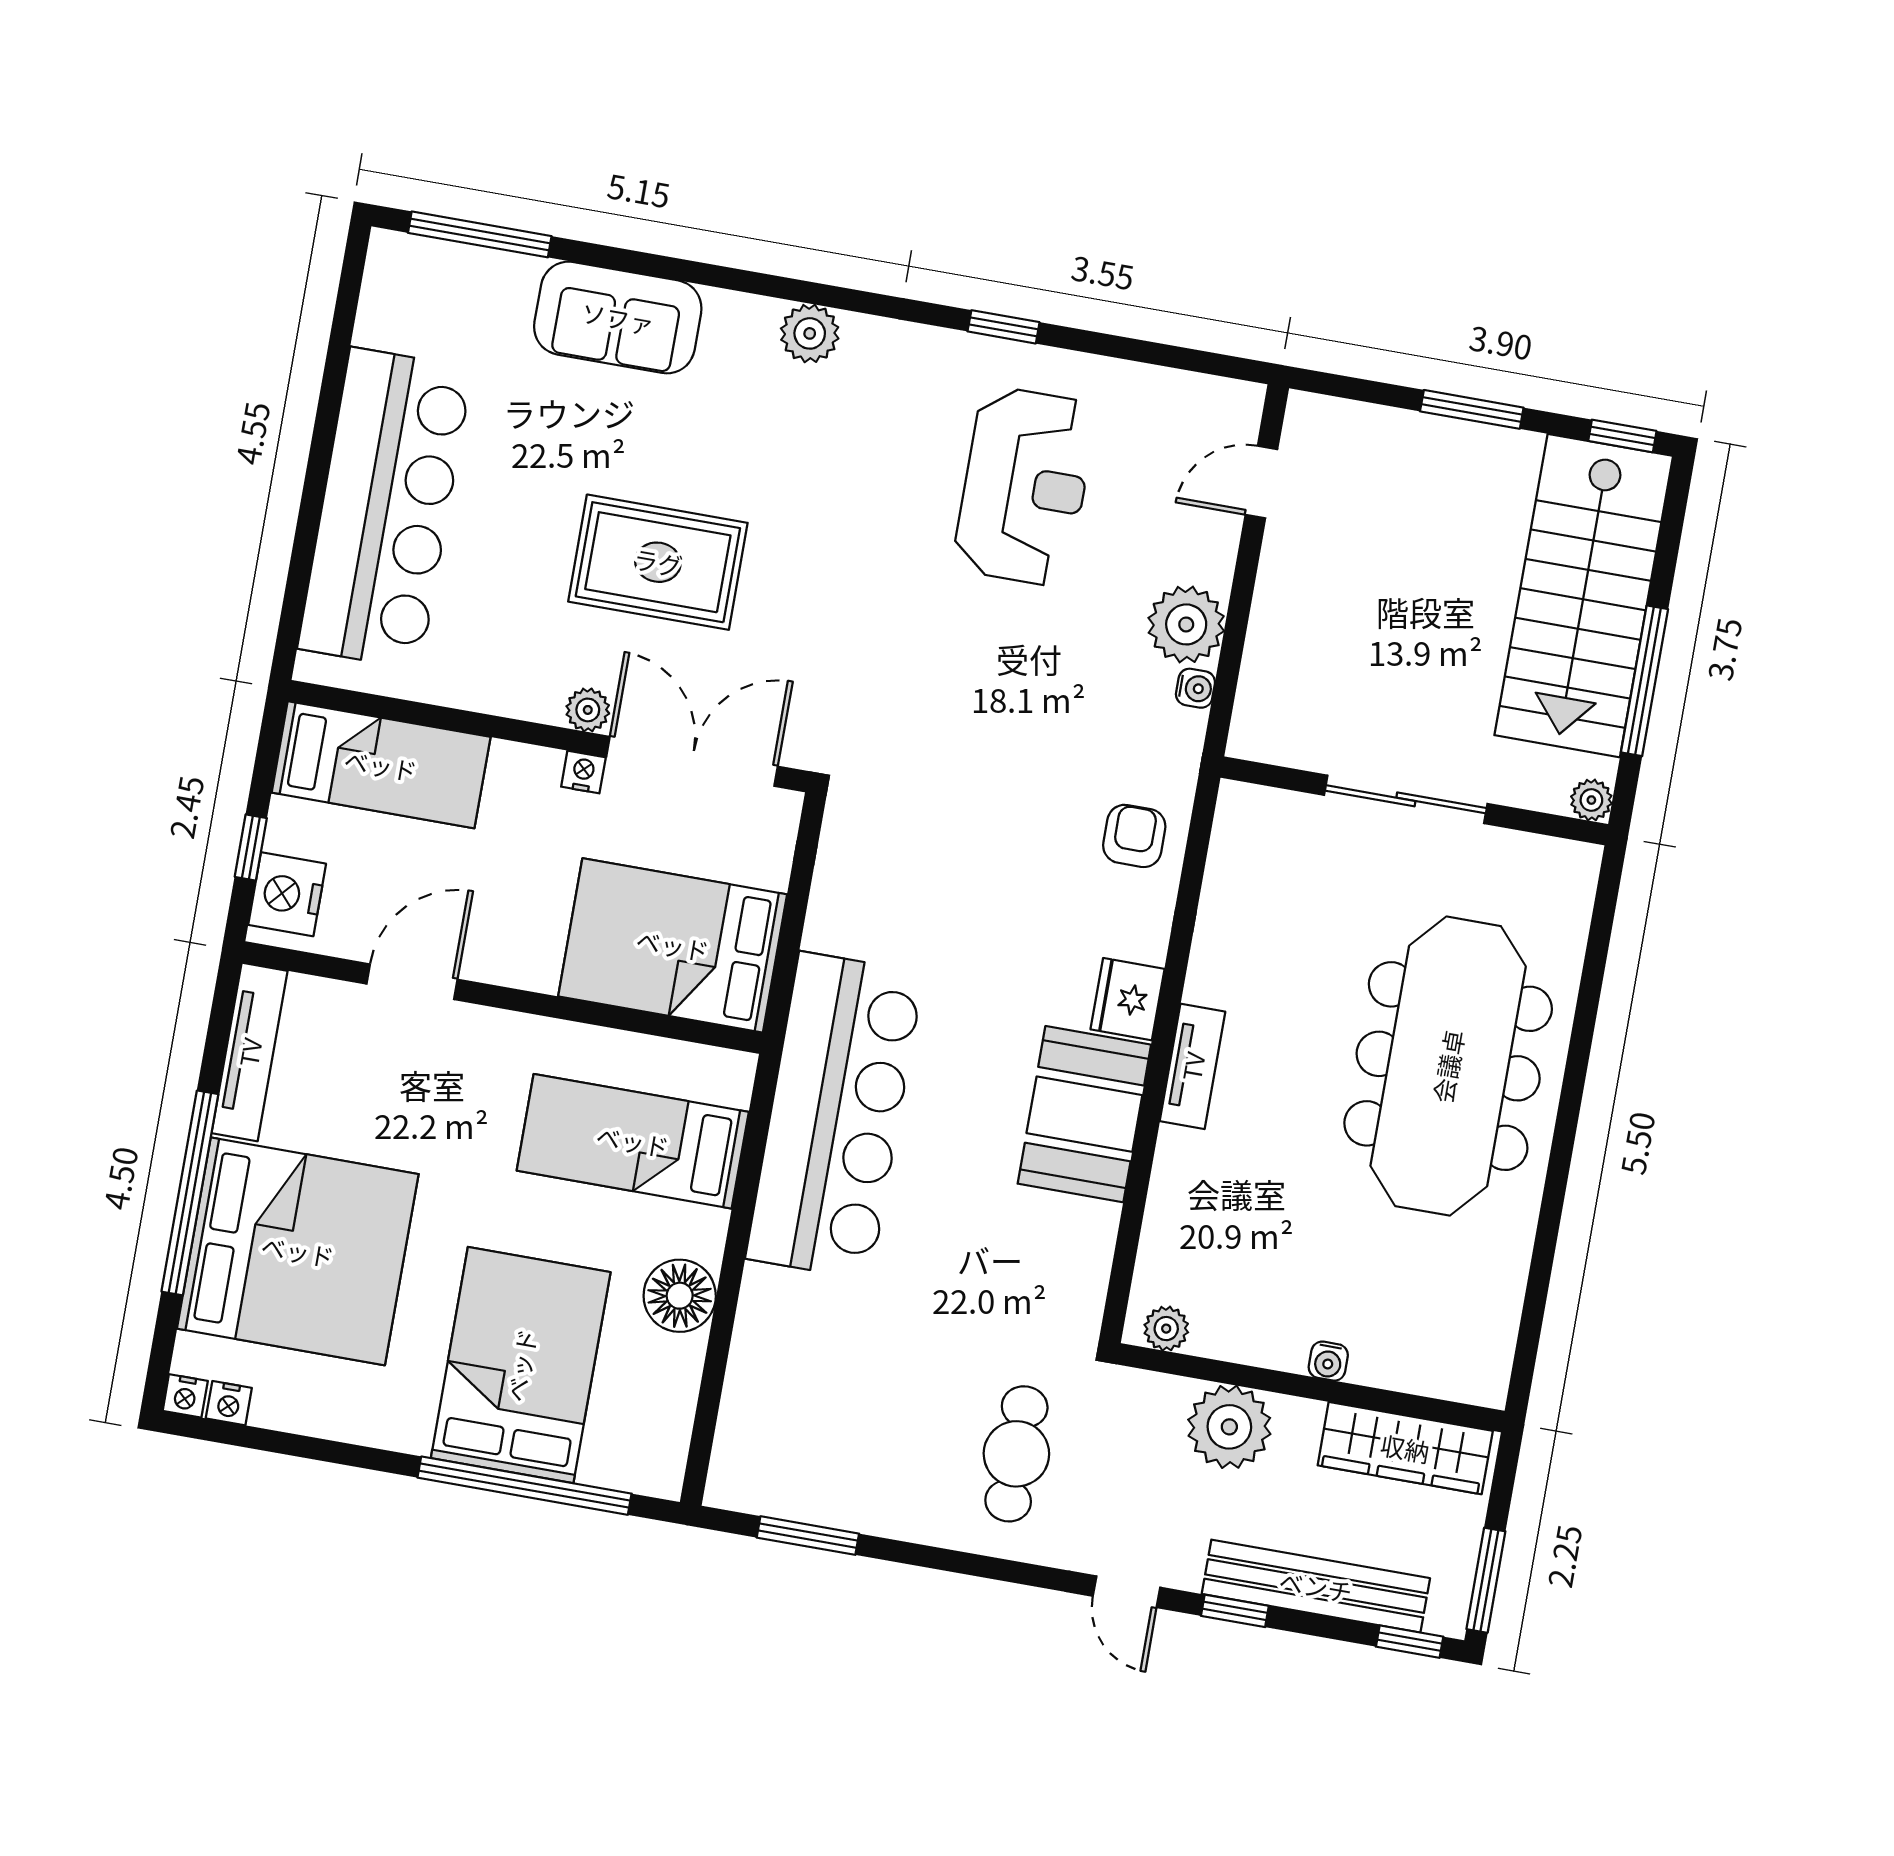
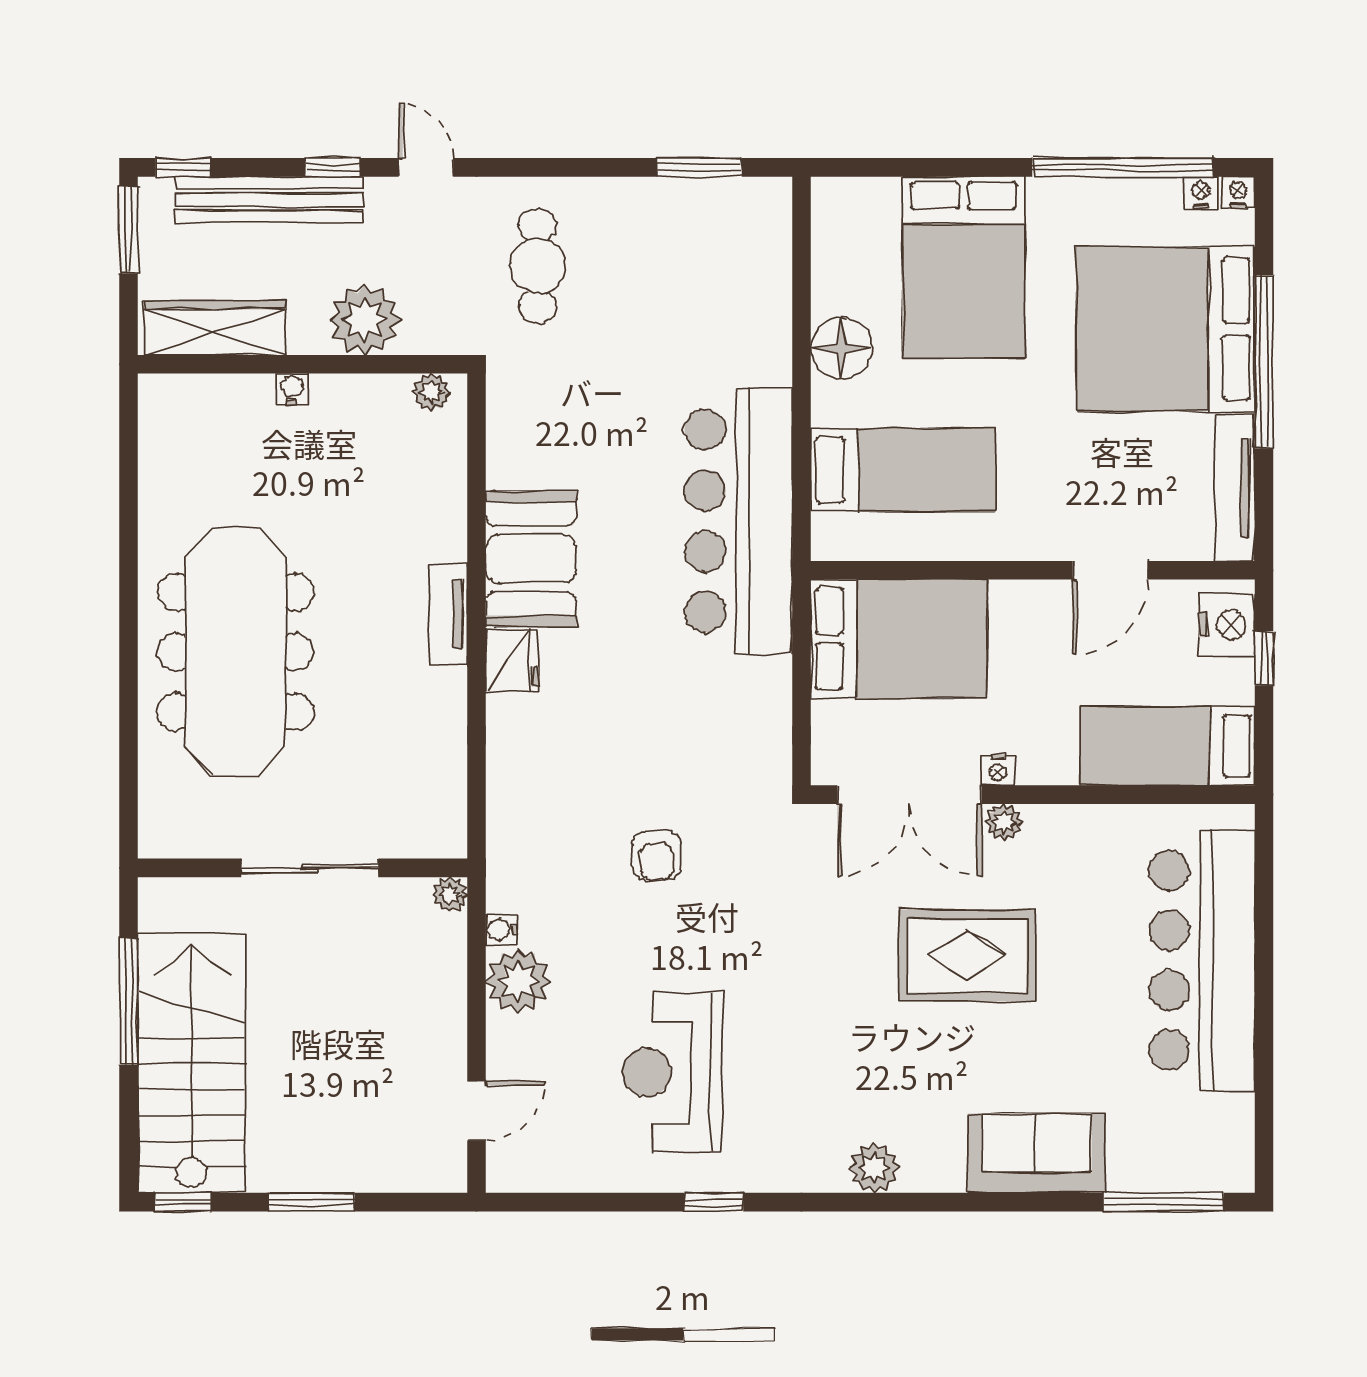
plant: (1591, 800) -> (450, 895), moved
armchair: (1134, 836) -> (657, 855), moved
window: (525, 1486) -> (1123, 167), moved

